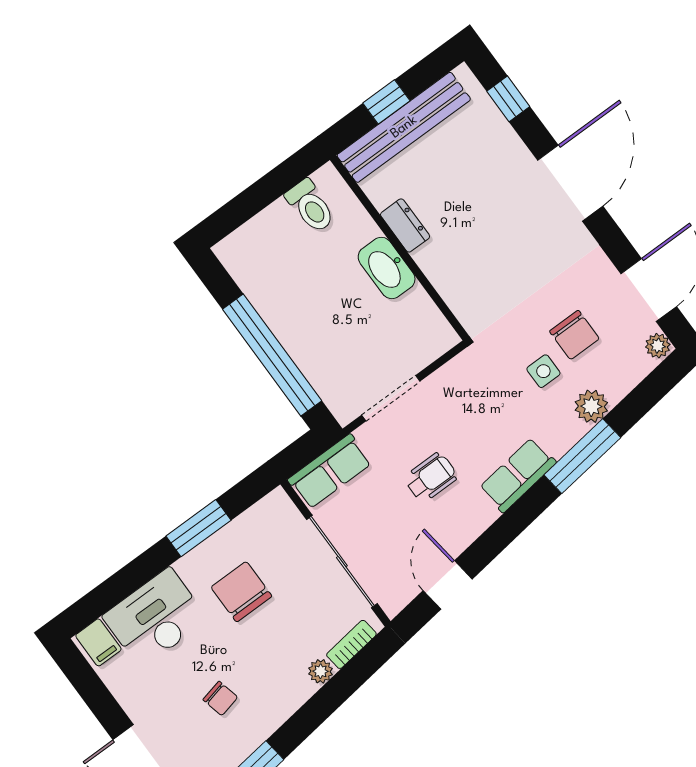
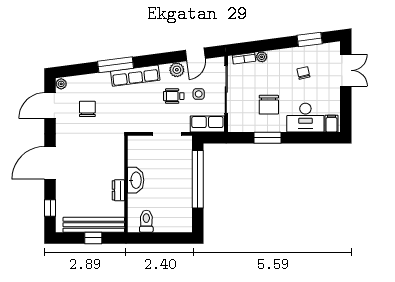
side table: (543, 371) -> (199, 94), moved
plant: (591, 406) -> (177, 70), moved
row of seats: (518, 475) -> (135, 76), width x1.48

